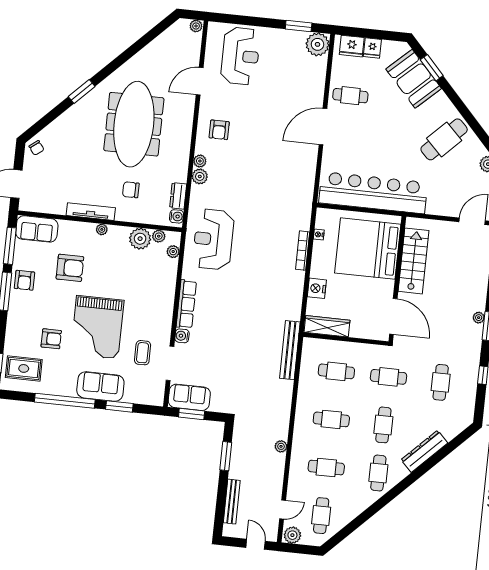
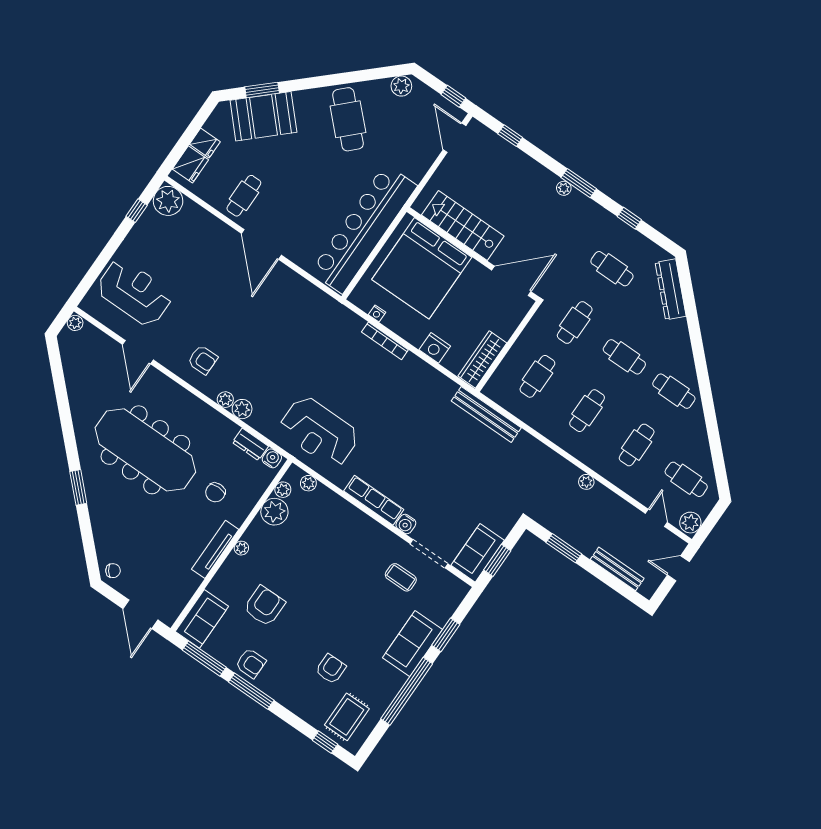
window: (299, 26) -> (137, 211), width x0.67
grand piano: (97, 327) -> (346, 612), removed
dresser: (424, 451) -> (671, 289), moved

